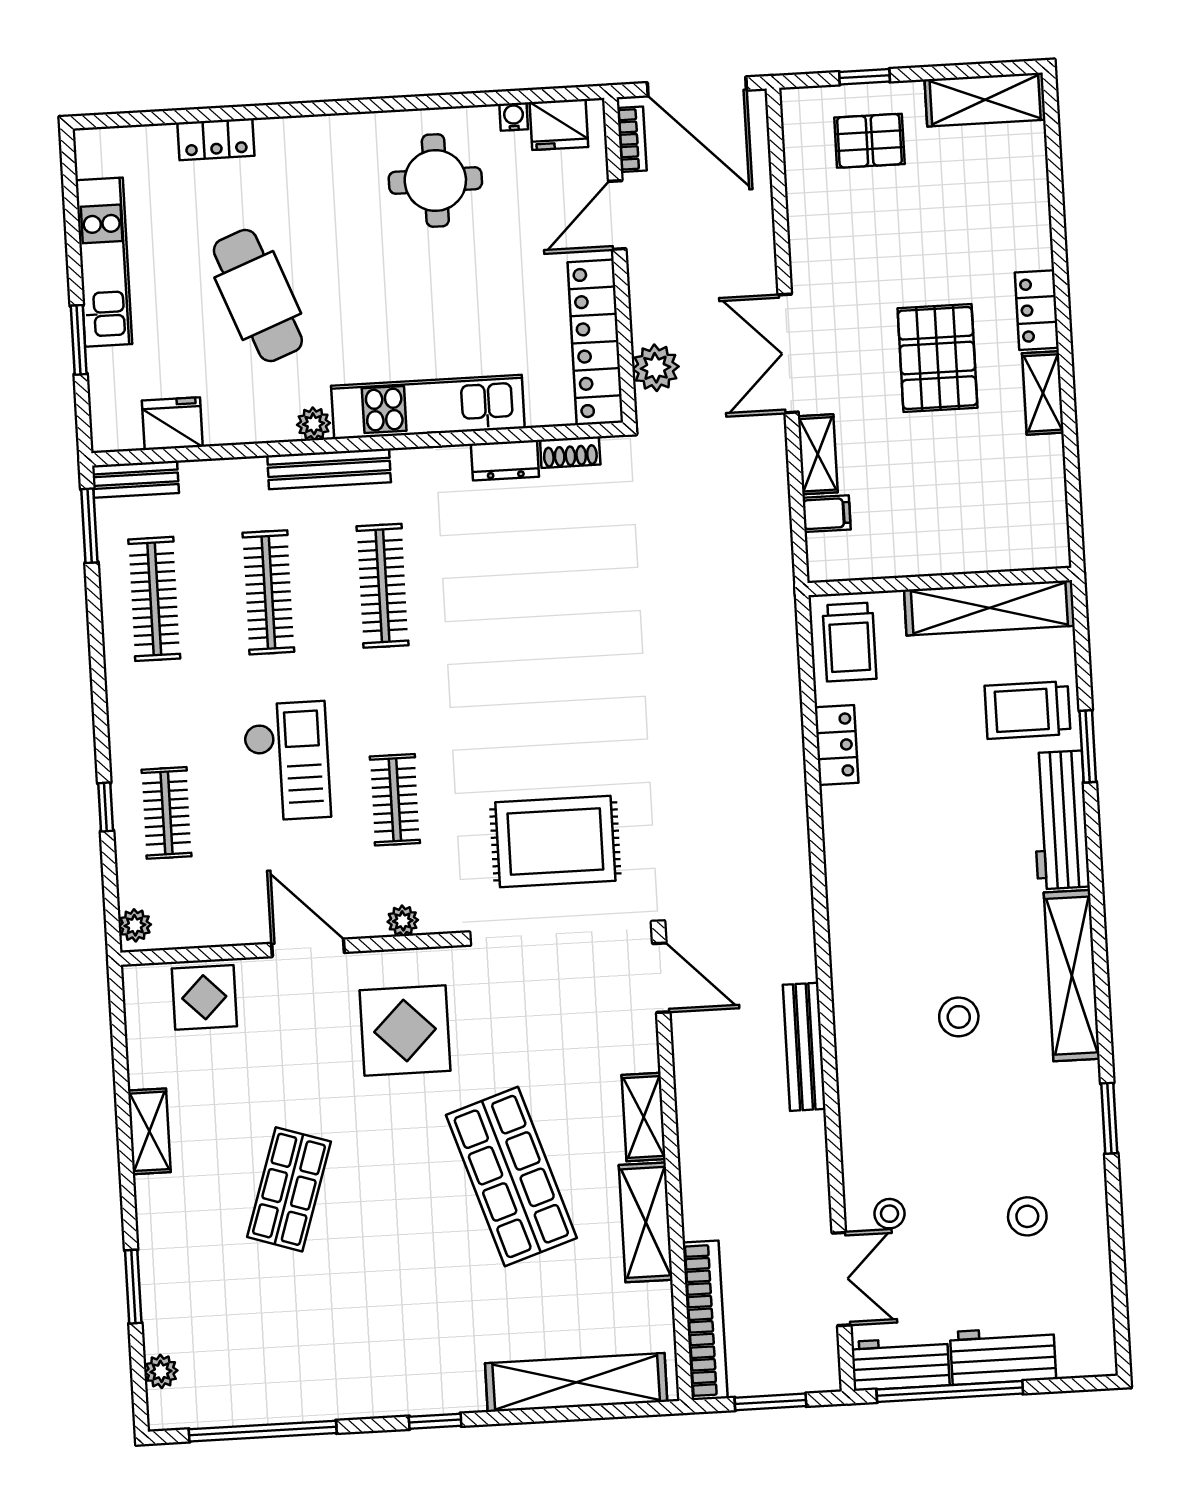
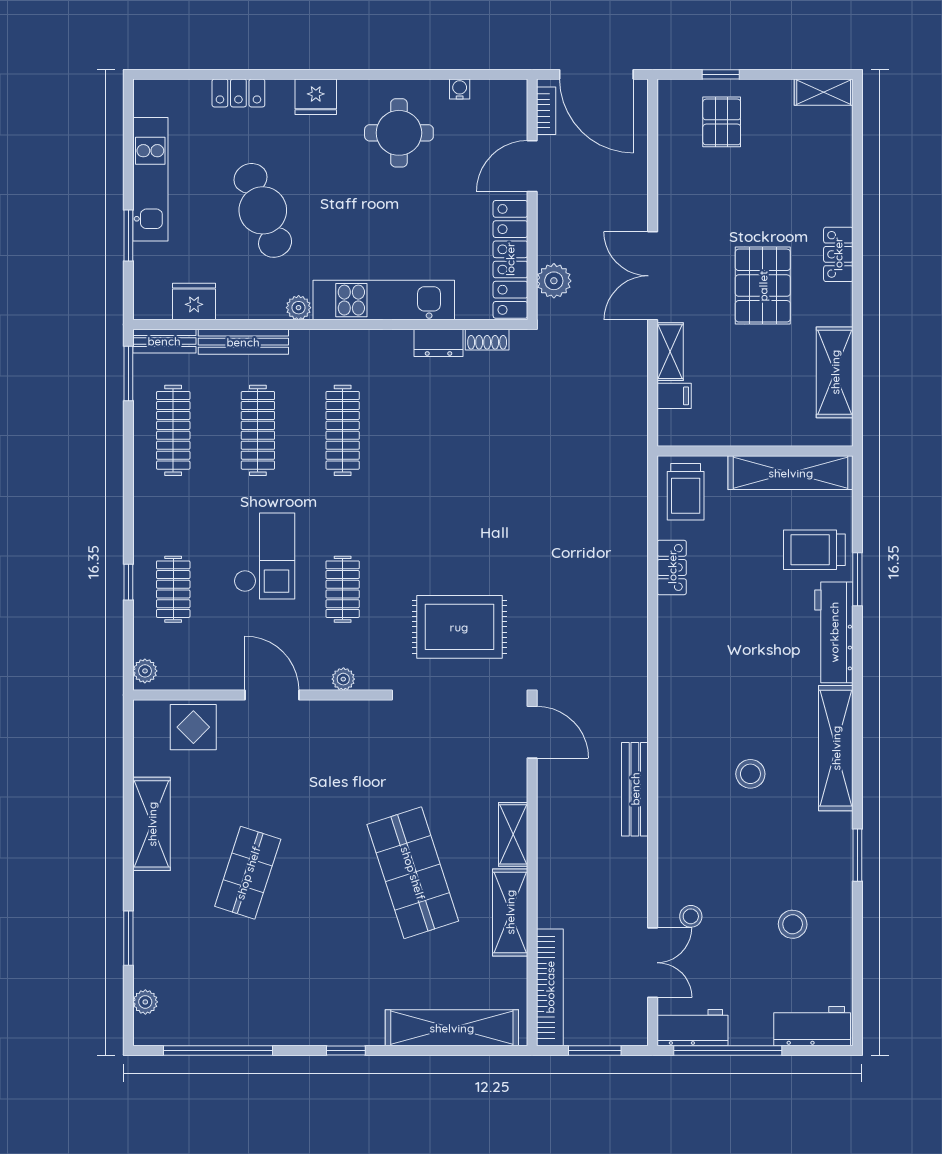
shelving: (985, 100) -> (824, 92), width x0.67, depth x0.75
fridge: (559, 125) -> (316, 97), moved
pallet: (869, 141) -> (722, 122), turned 90
shelving: (1043, 393) -> (835, 372), moved, width x1.50, depth x1.33
bench: (329, 469) -> (243, 342), moved
display table: (405, 1030) -> (340, 760), removed
shelving: (149, 1131) -> (152, 824), width x1.50, depth x1.33
workbench: (1003, 1356) -> (812, 1026), moved

